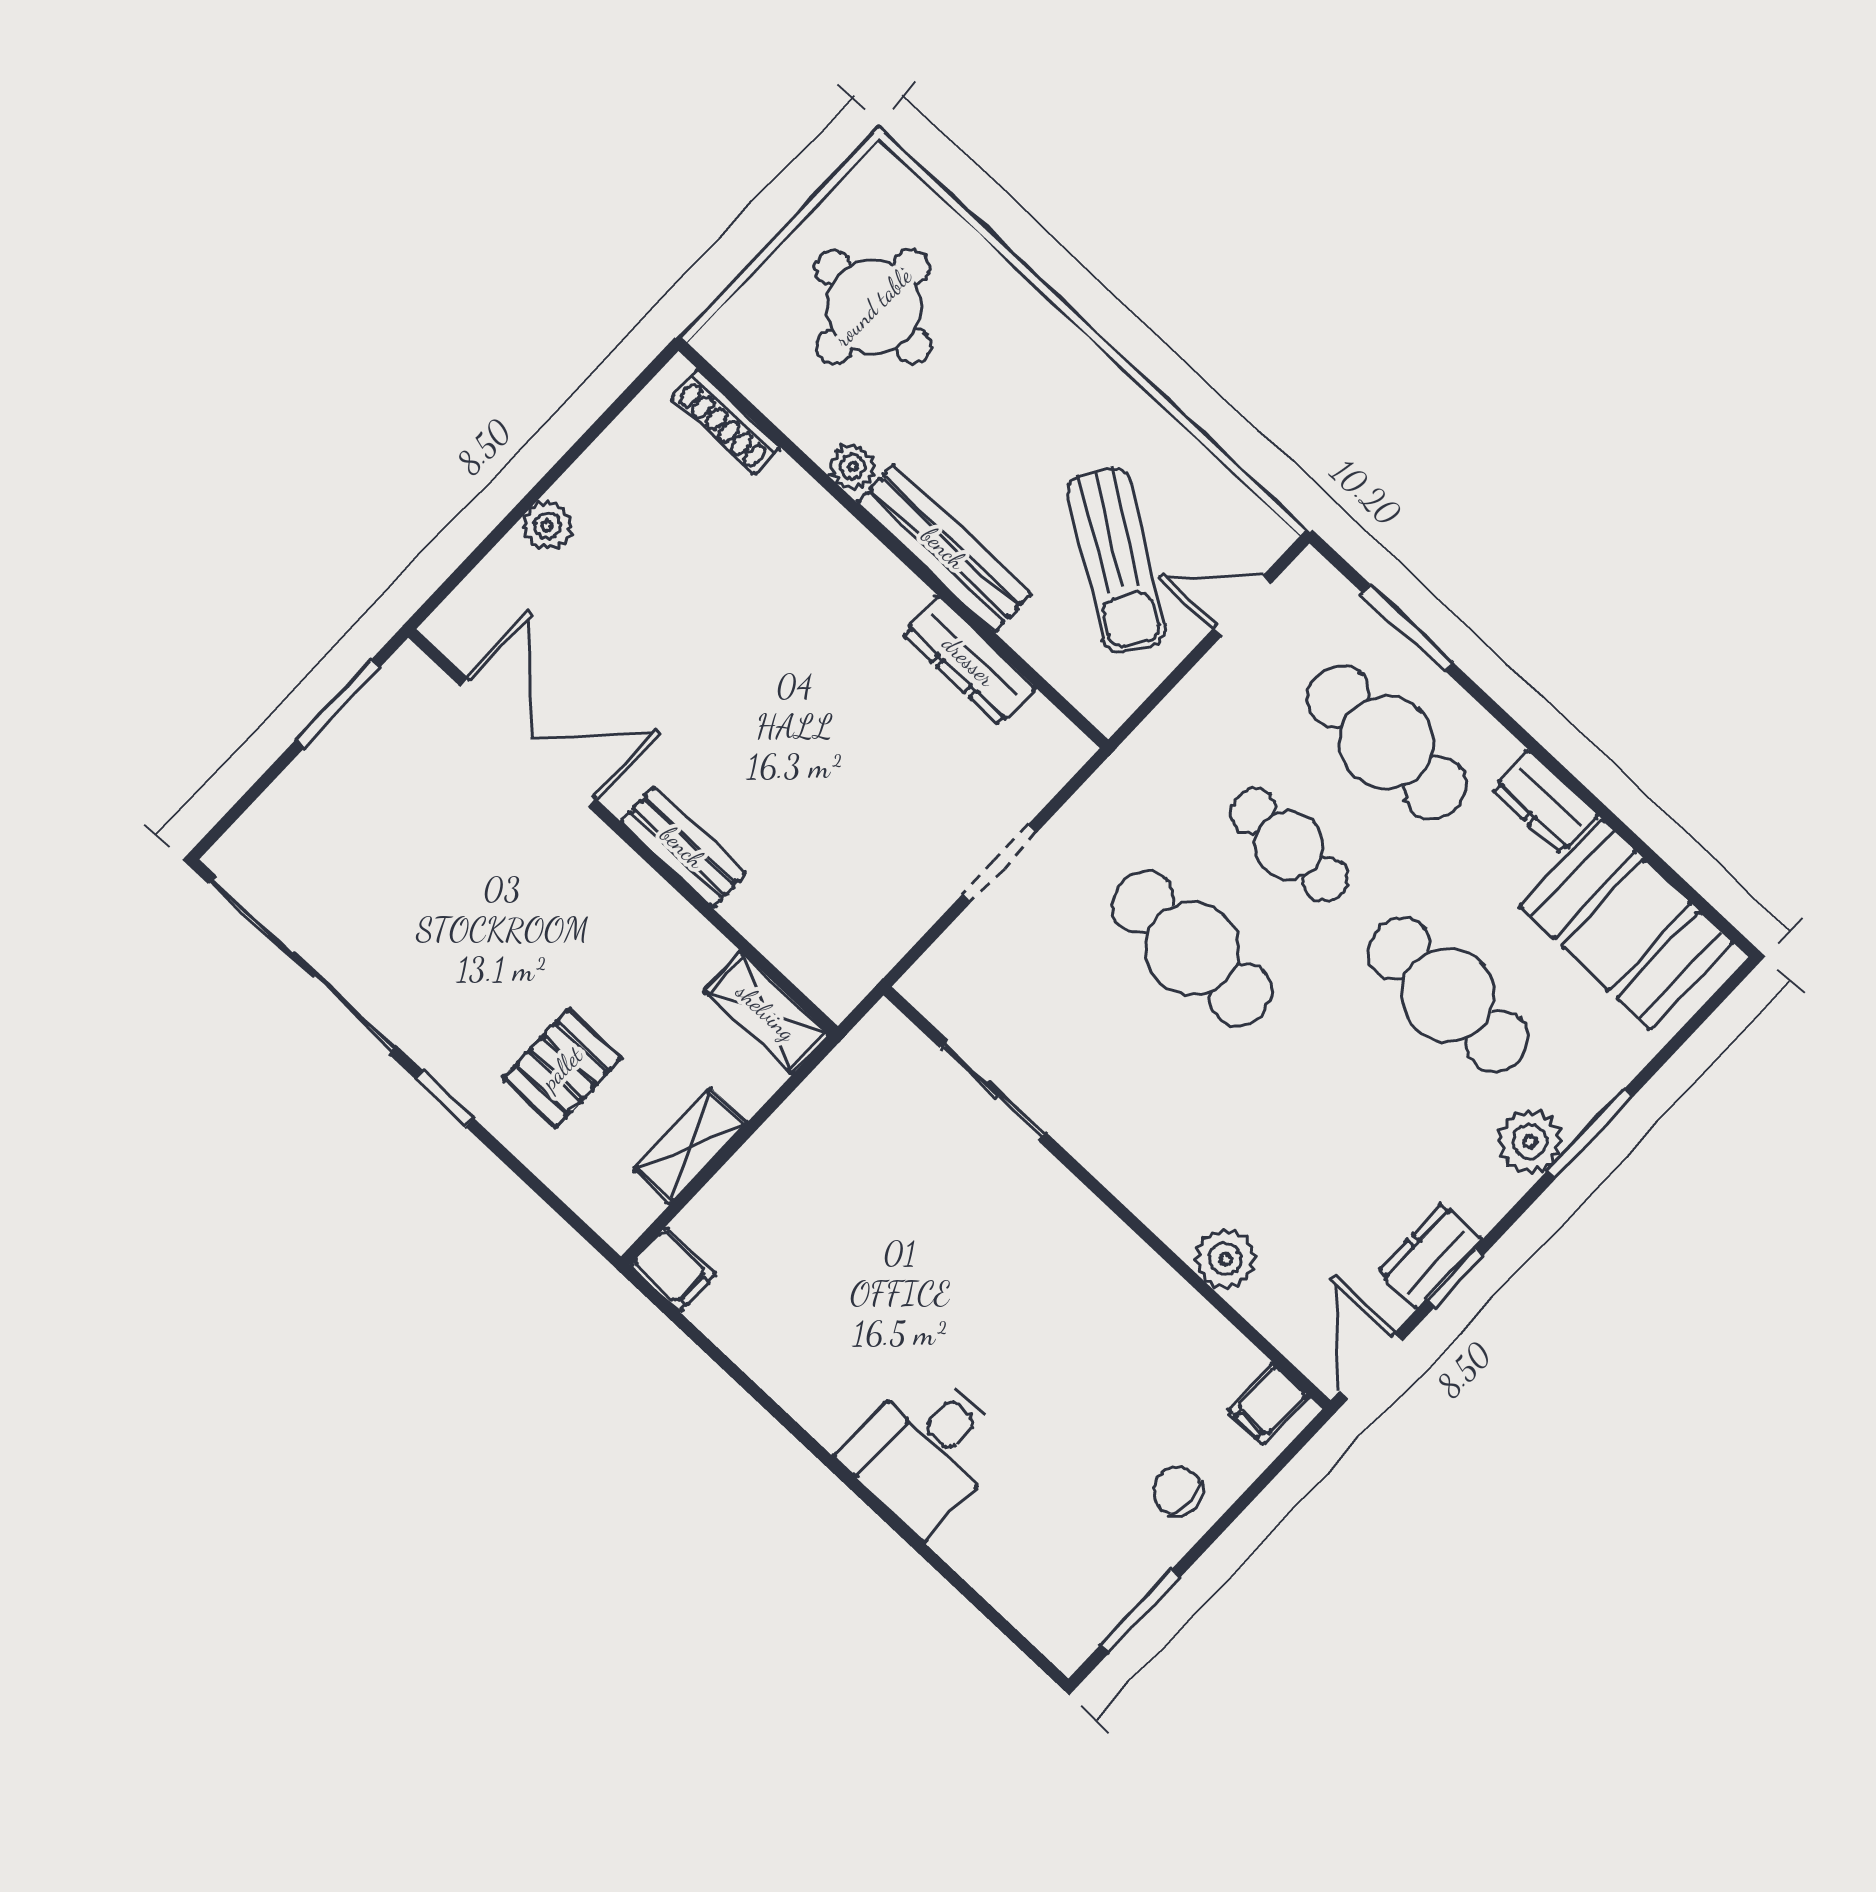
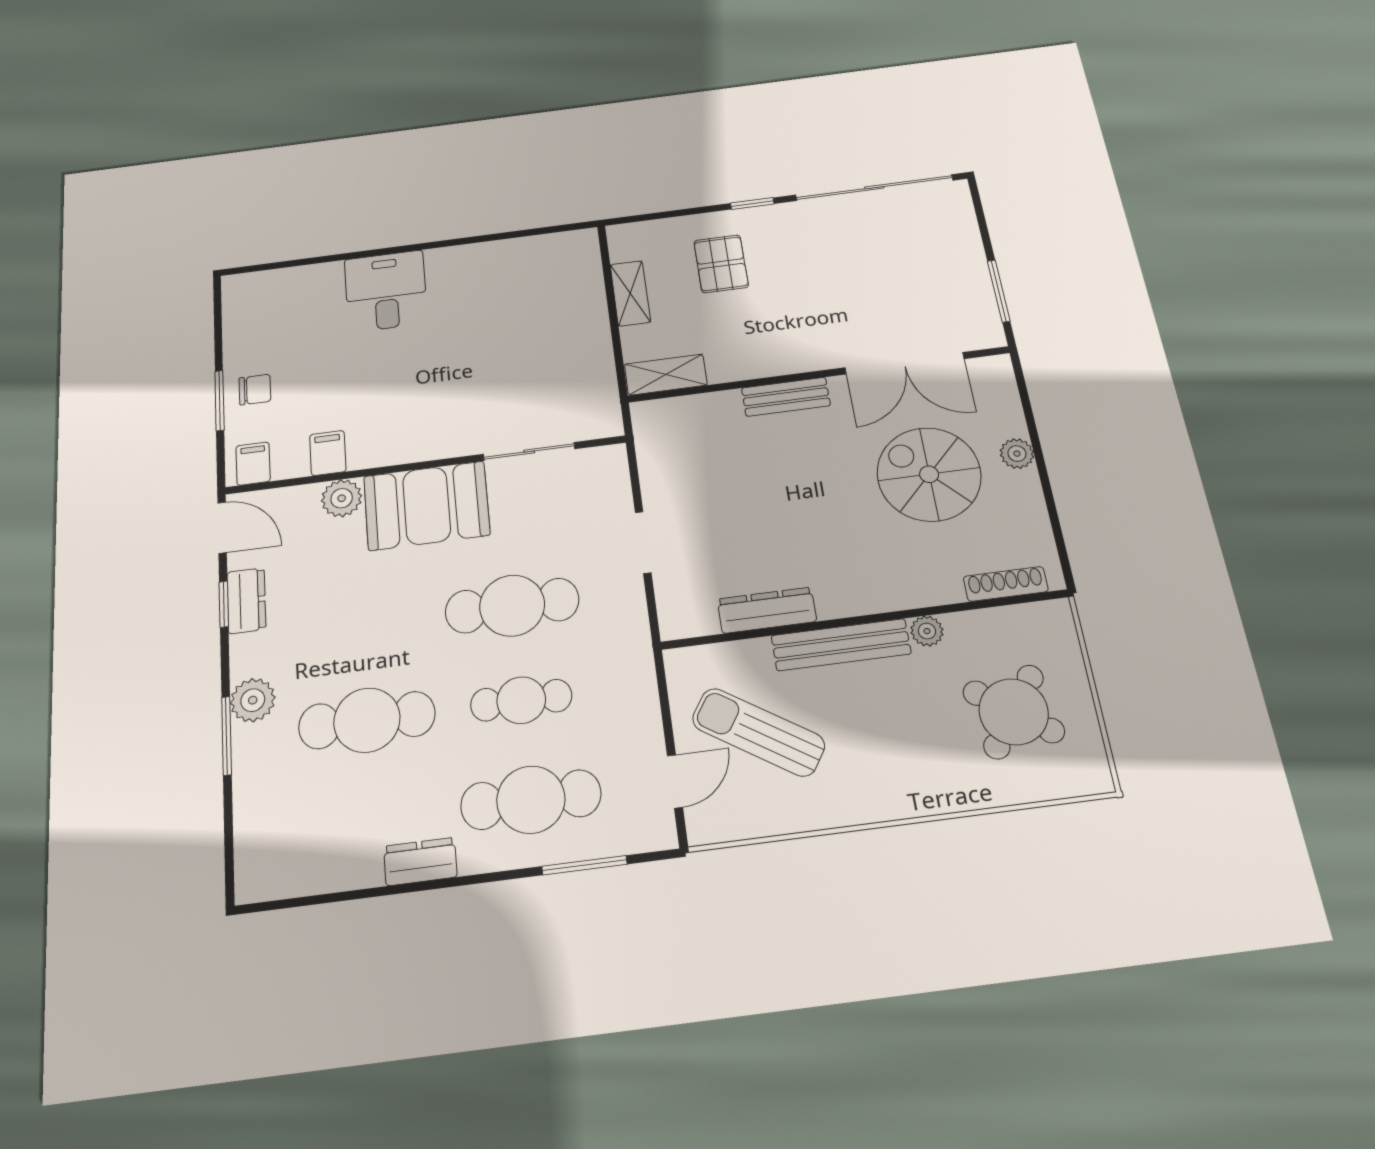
round table: (873, 307) -> (1014, 712), turned 35
spiral stairs: (654, 606) -> (929, 474), added
booth: (1626, 925) -> (427, 506), moved
filing cabinet: (673, 1270) -> (328, 453), moved, turned 90
window: (1140, 1611) -> (220, 401), moved

